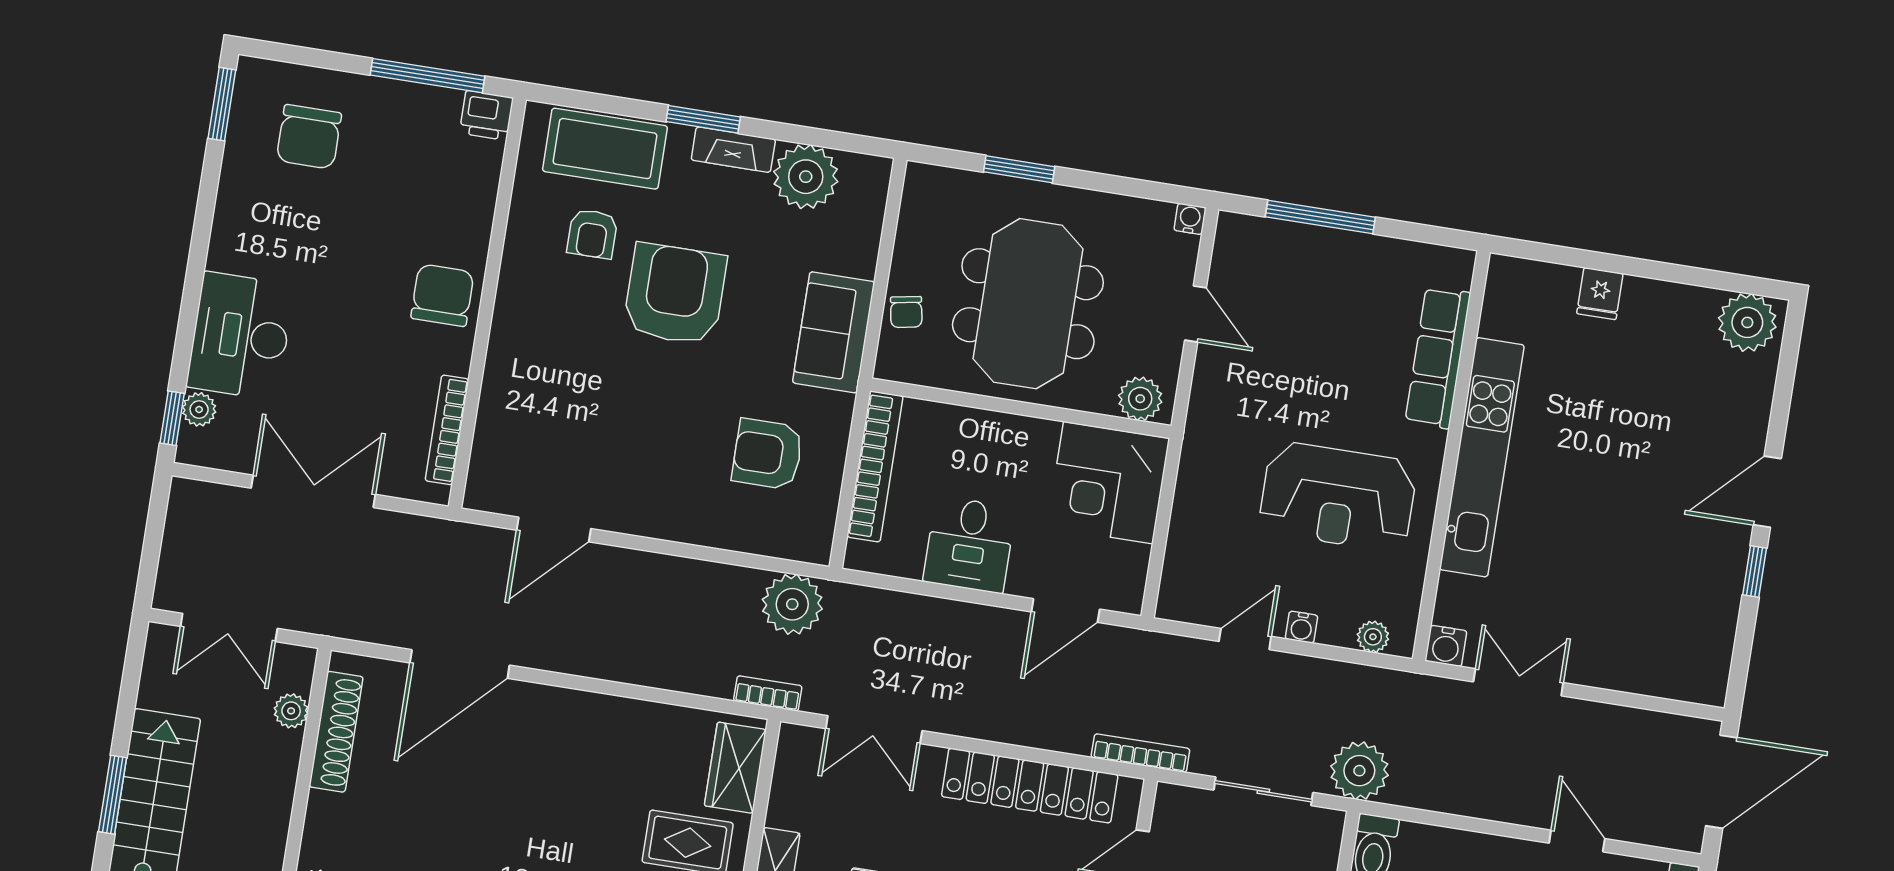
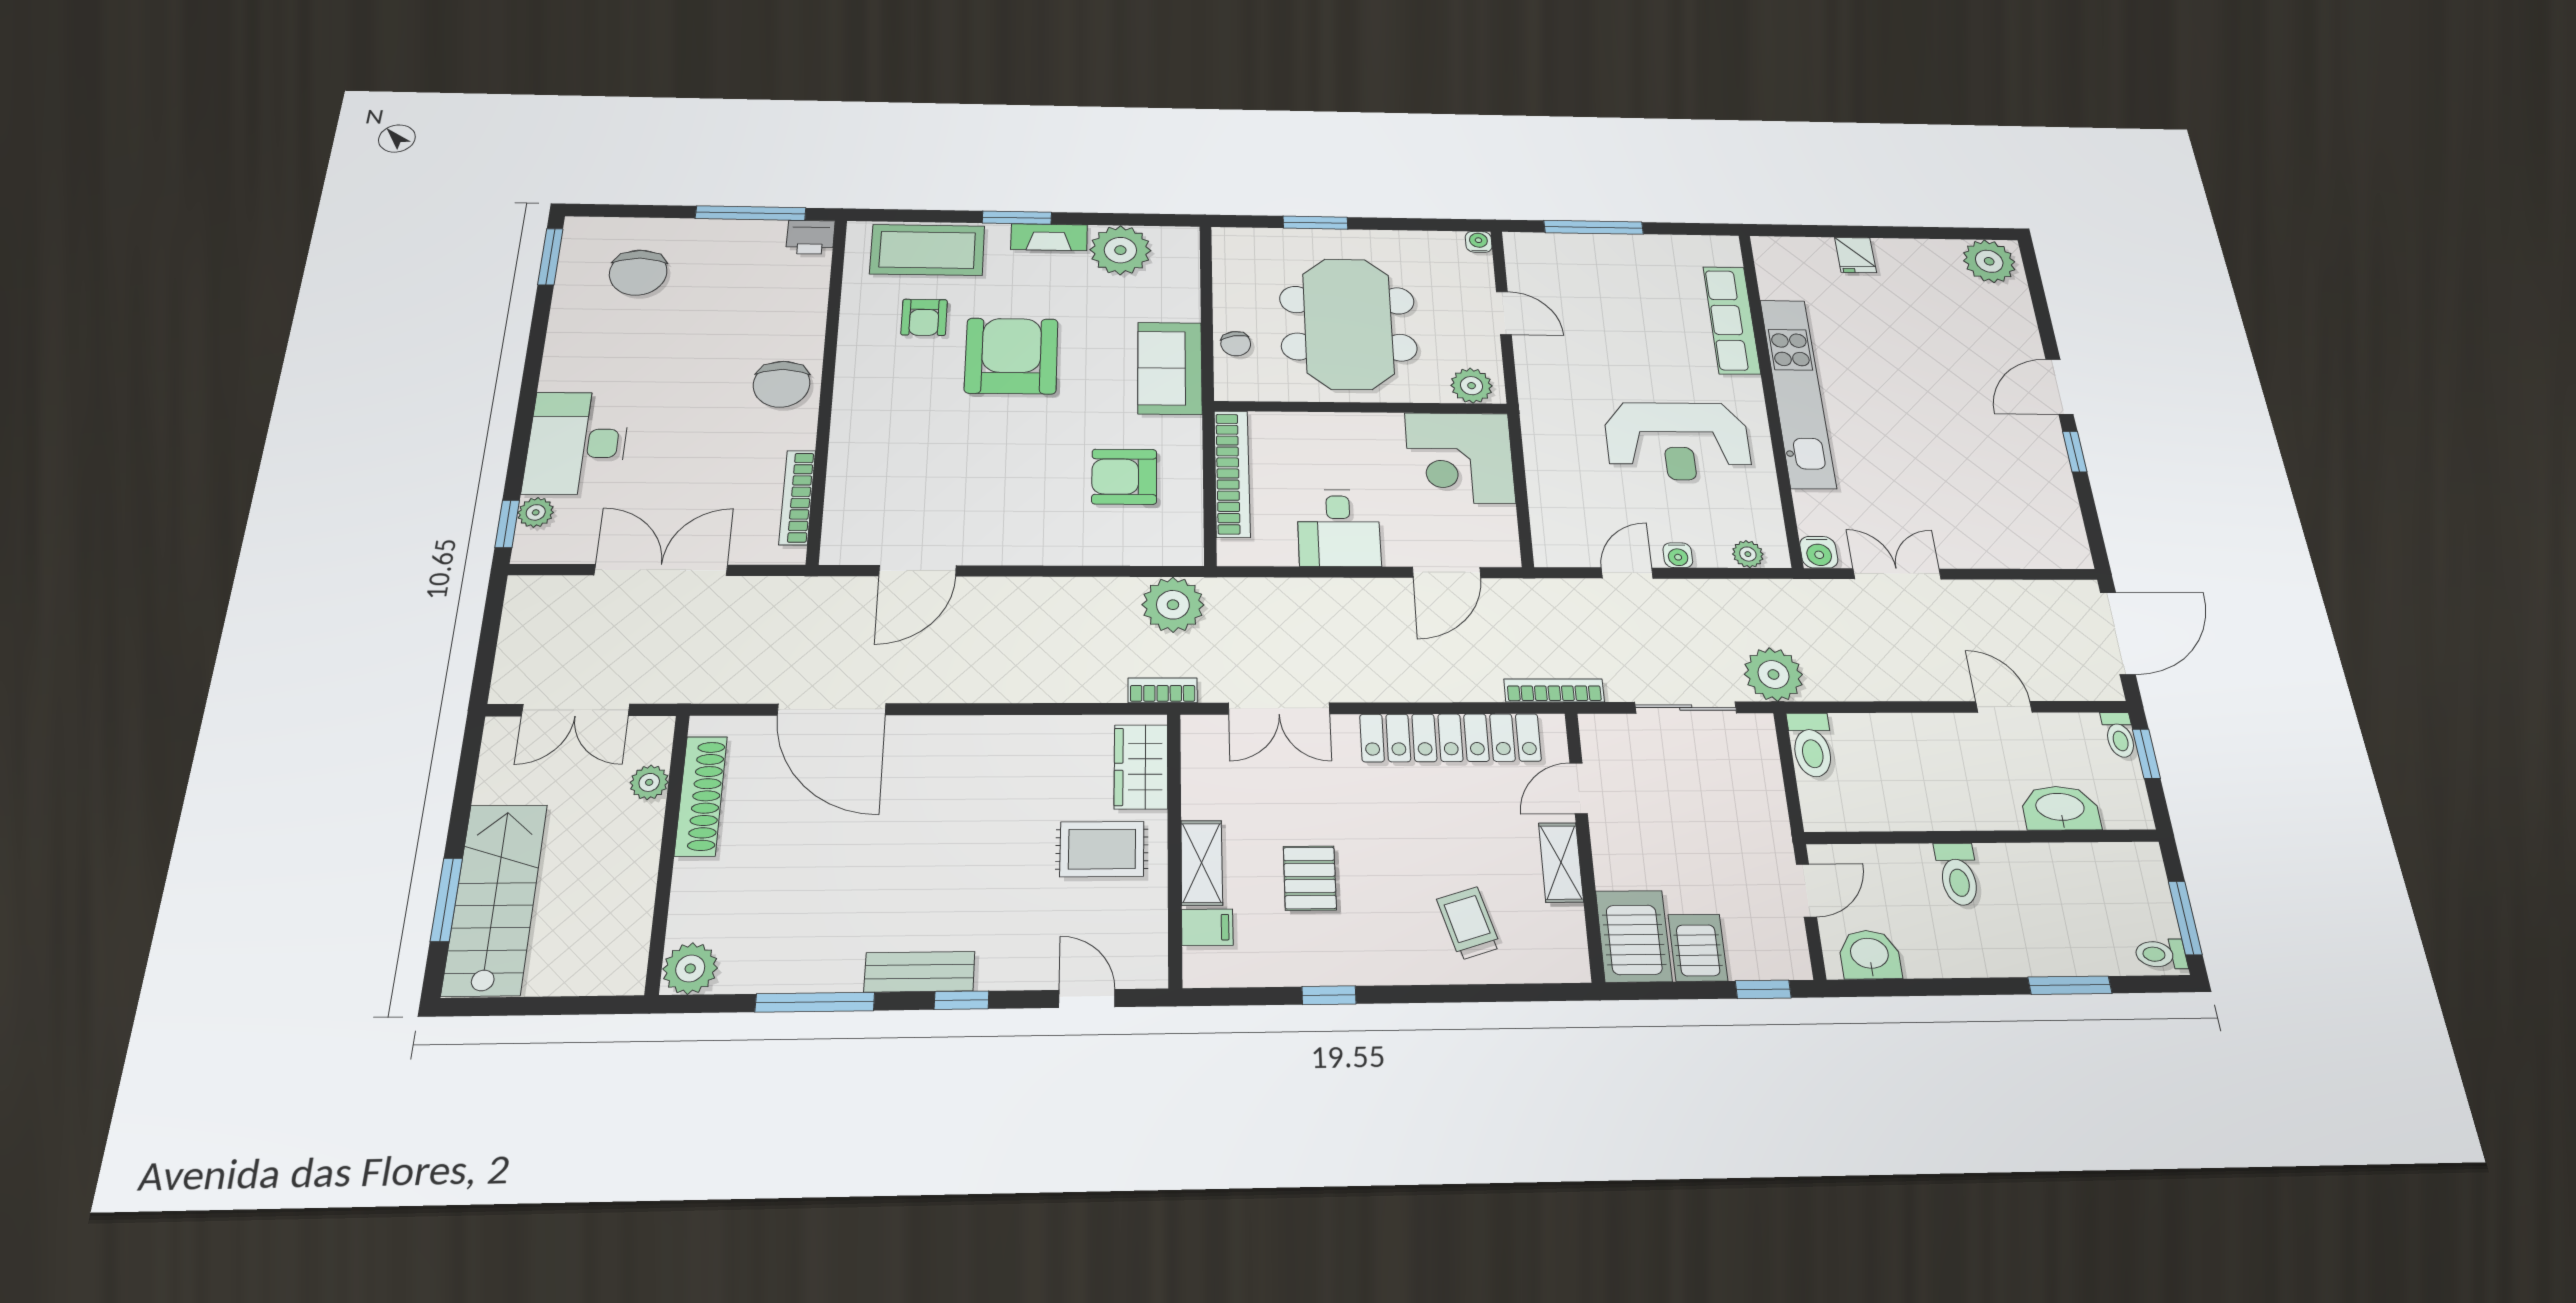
chair: (442, 295) -> (782, 384), turned 180
door: (460, 664) -> (832, 710), hinge flipped

